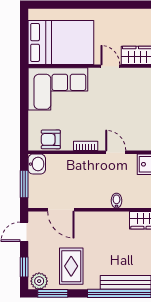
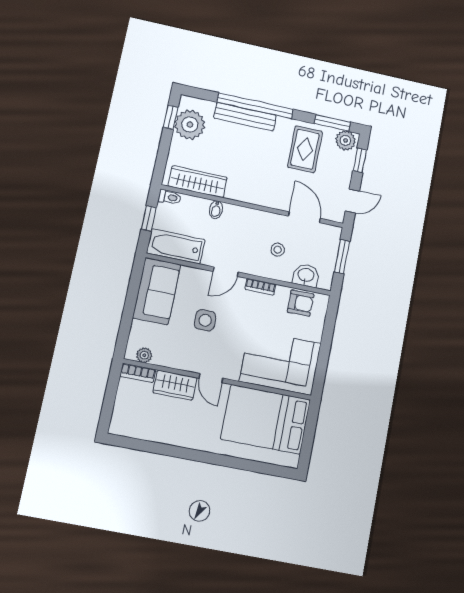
side table: (124, 110) -> (205, 320), added
door: (116, 152) -> (226, 272), hinge flipped
washbasin: (37, 164) -> (306, 275), moved, turned 90
stool: (78, 179) -> (278, 250), added
bidet: (117, 201) -> (216, 210), moved

